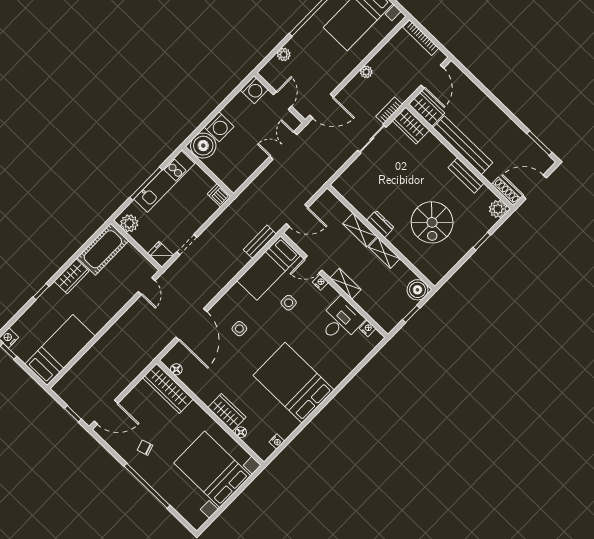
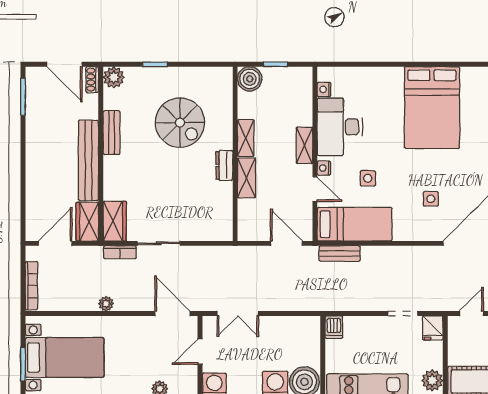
shoe rack: (506, 191) -> (92, 80), width x0.70
spiral stairs: (432, 222) -> (180, 123), turned 90
desk: (341, 320) -> (340, 127), width x1.37

